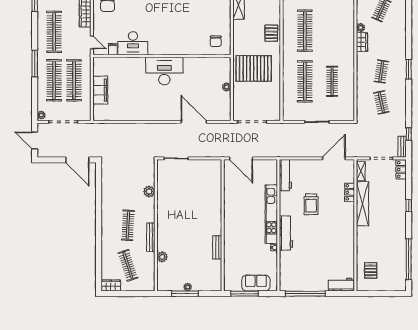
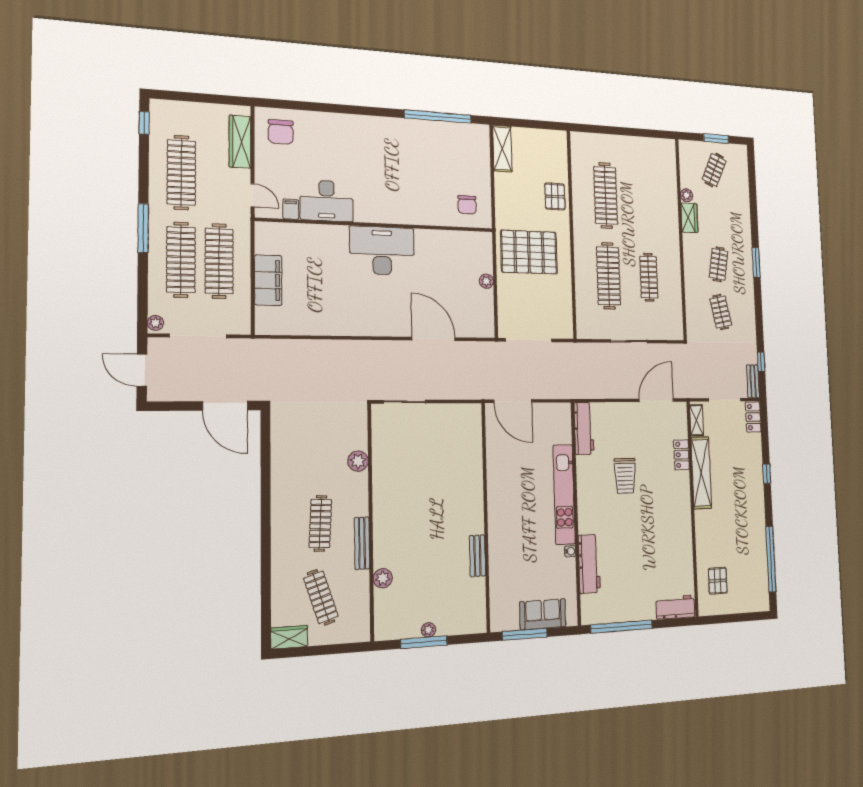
workbench: (286, 233) -> (589, 564), moved

